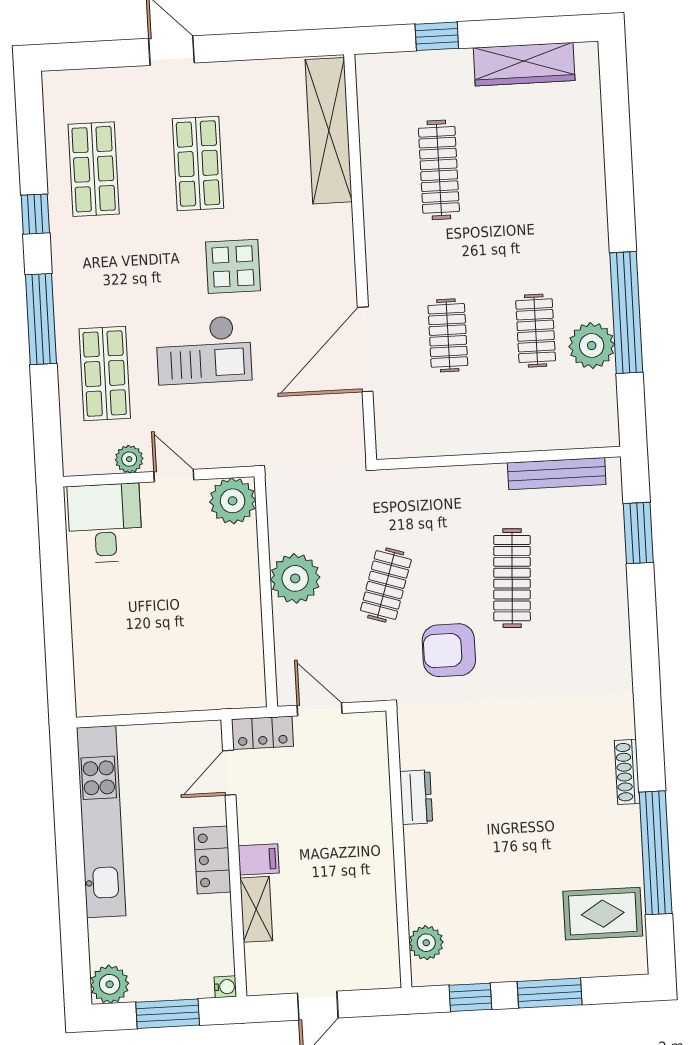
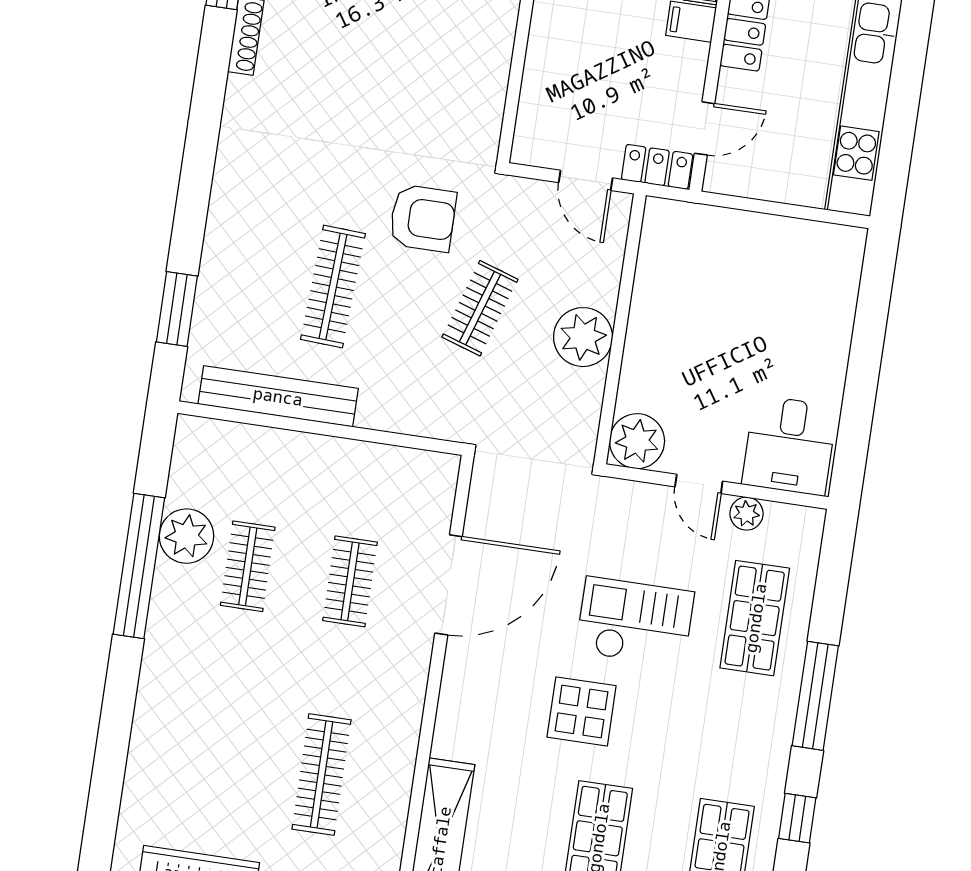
bench: (557, 474) -> (278, 396), width x1.37, depth x1.21
dresser: (416, 797) -> (495, 56), removed

